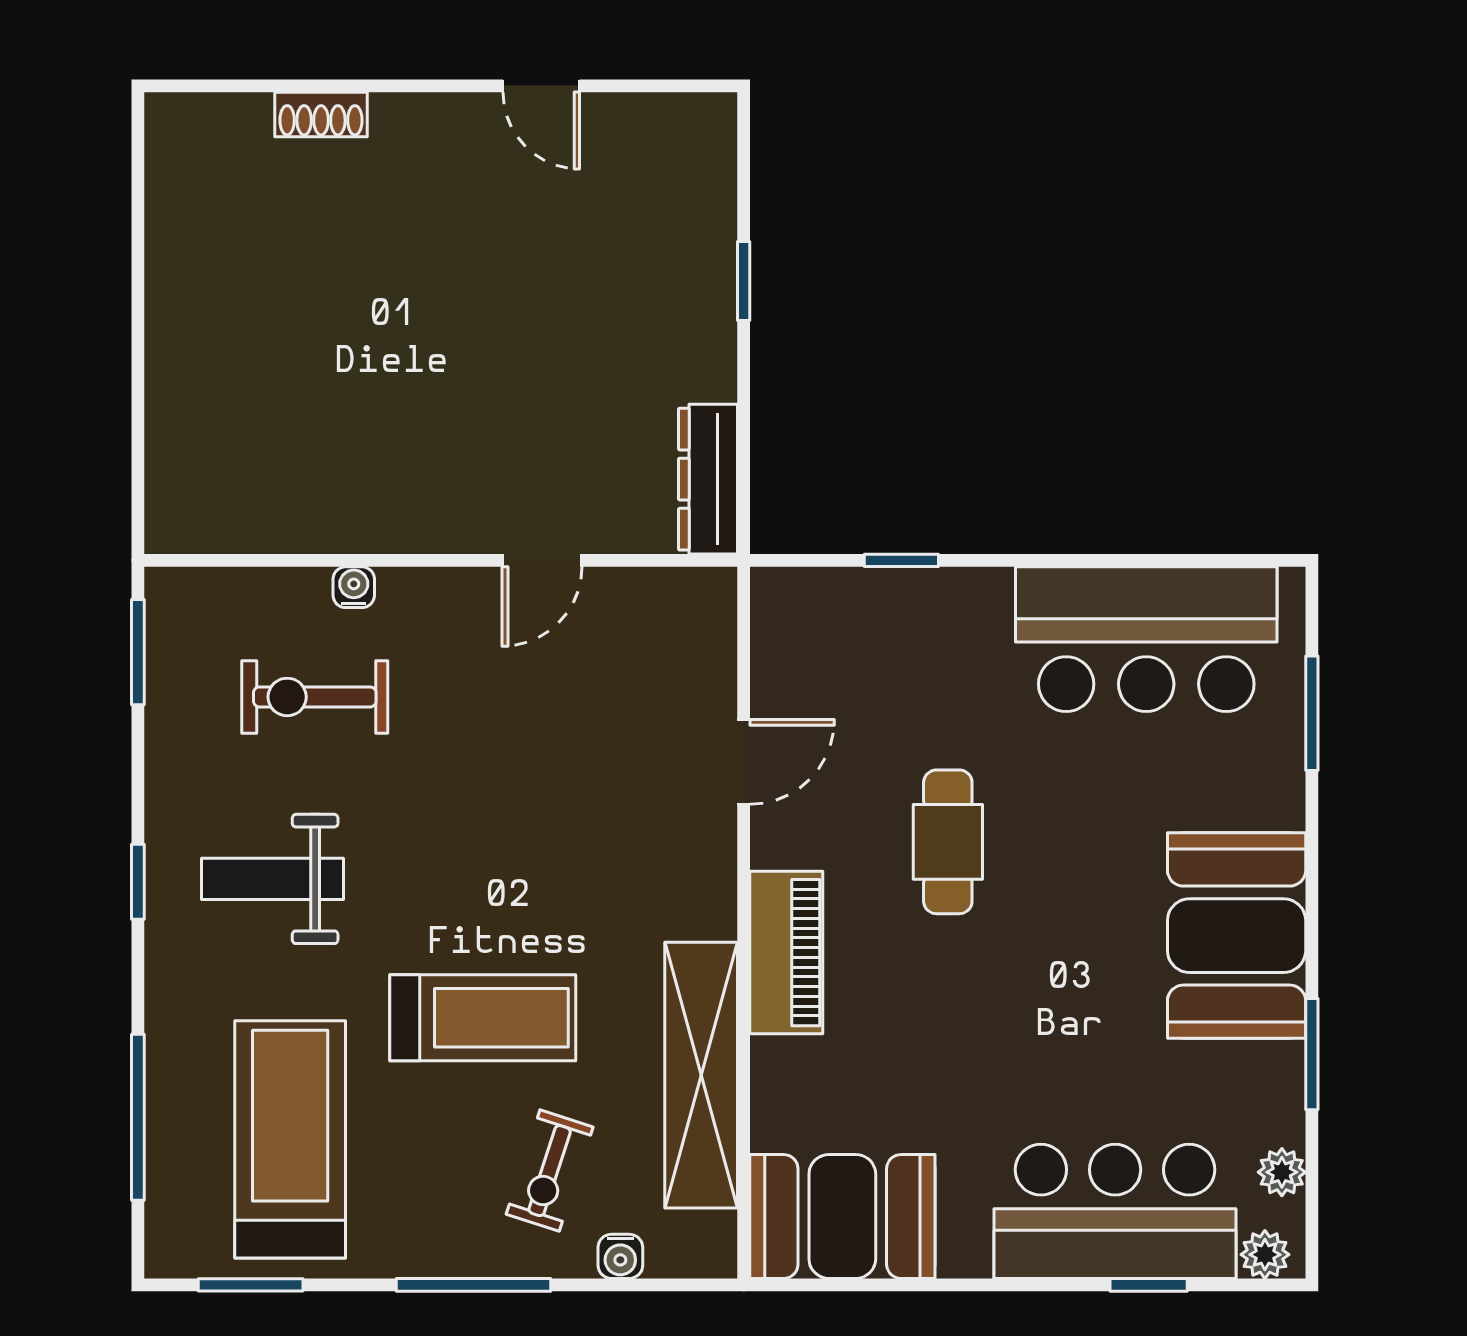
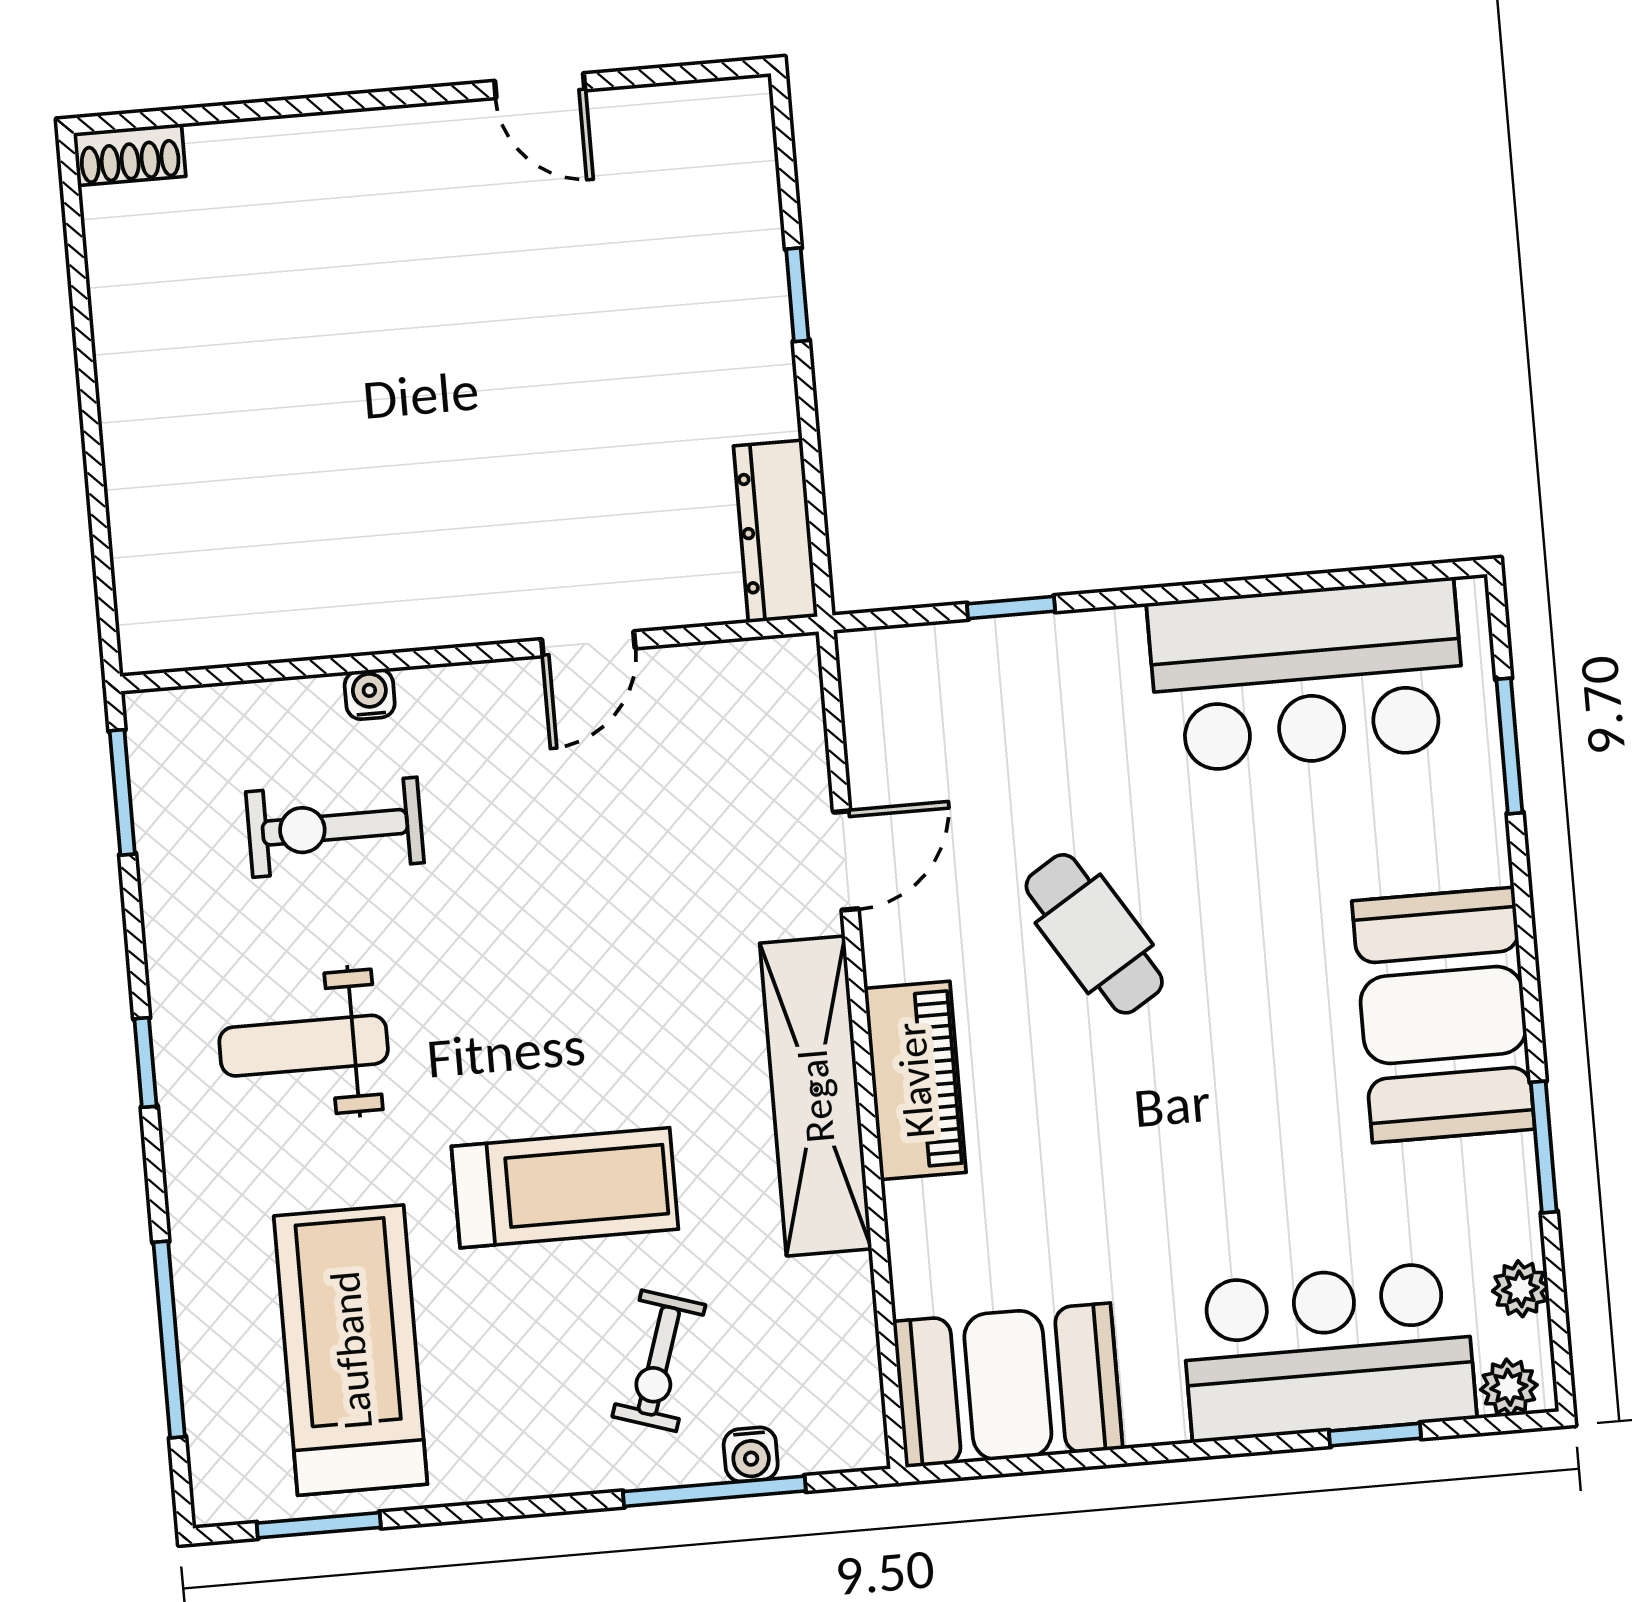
shoe rack: (321, 114) -> (130, 155), moved
cafe table: (948, 842) -> (1094, 934), turned -32
shelving: (701, 1075) -> (816, 1096), moved
window: (473, 1285) -> (714, 1491), moved

